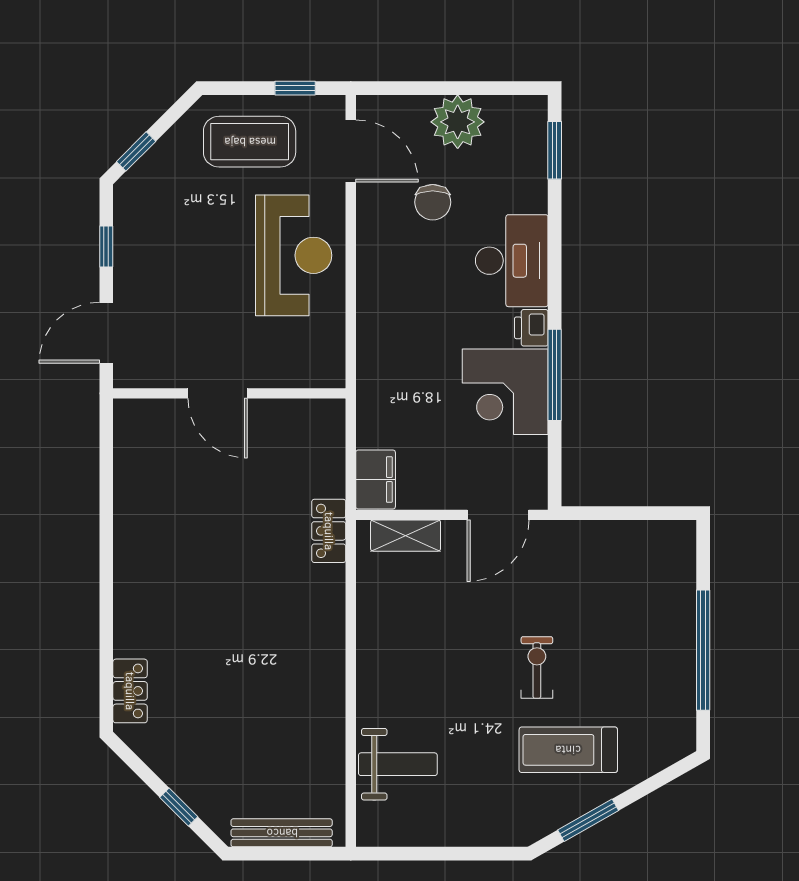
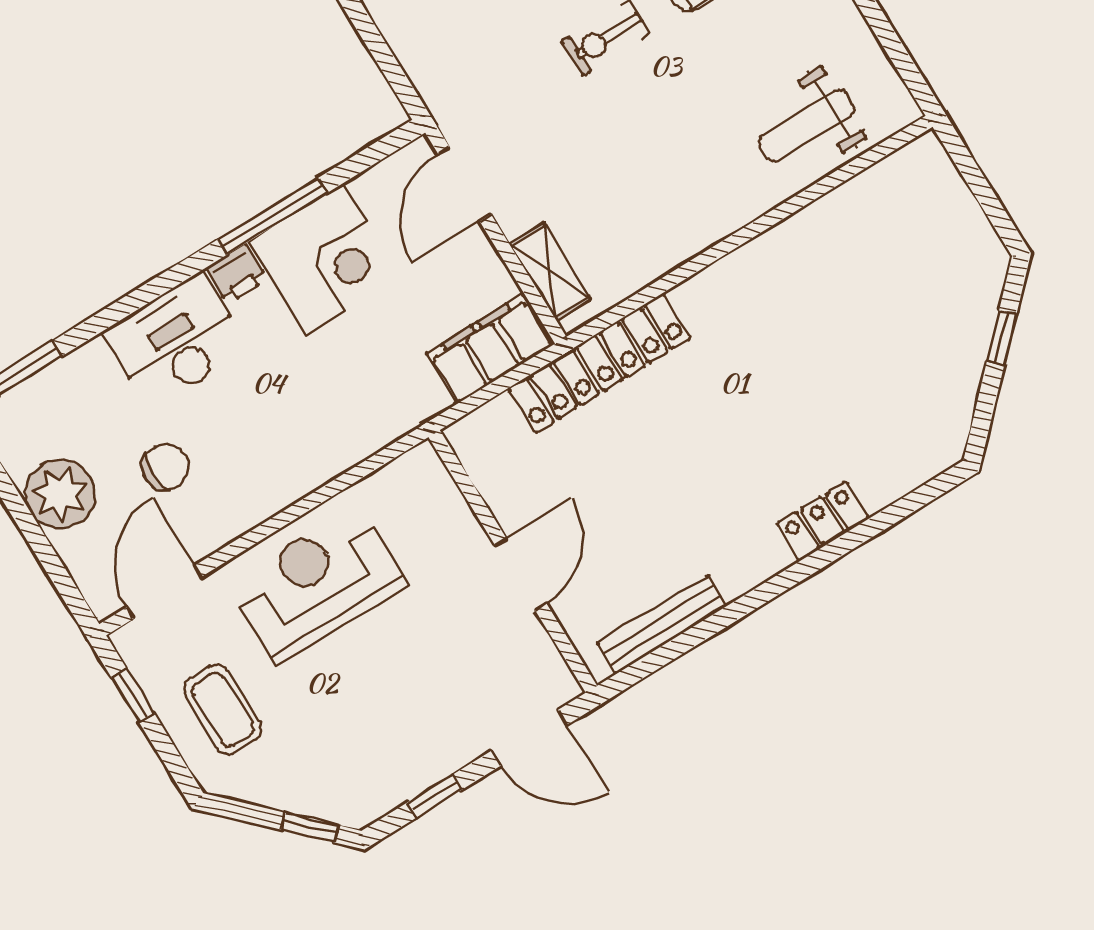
coffee table: (250, 142) -> (222, 709), width x0.73, depth x0.76
filing cabinet: (376, 480) -> (490, 349), width x1.50, depth x1.17
door: (498, 515) -> (465, 184), swing flipped
locker: (329, 531) -> (599, 363), width x2.16, depth x1.21
locker: (130, 691) -> (823, 521), moved
weight bench: (398, 764) -> (806, 125), turned -90
bench: (282, 833) -> (662, 625), moved, turned 90

